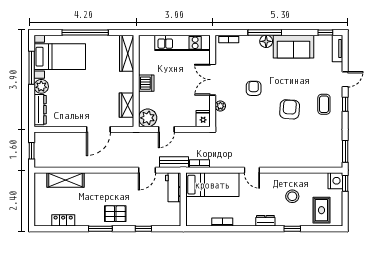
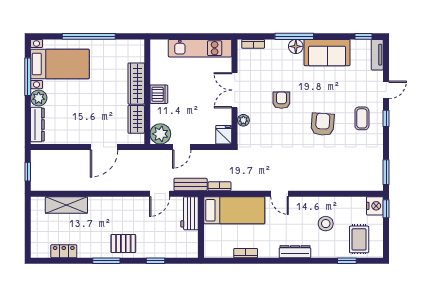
wardrobe: (127, 53) -> (136, 84), moved
dresser: (265, 221) -> (295, 252), width x1.44
window: (292, 229) -> (347, 261), moved

